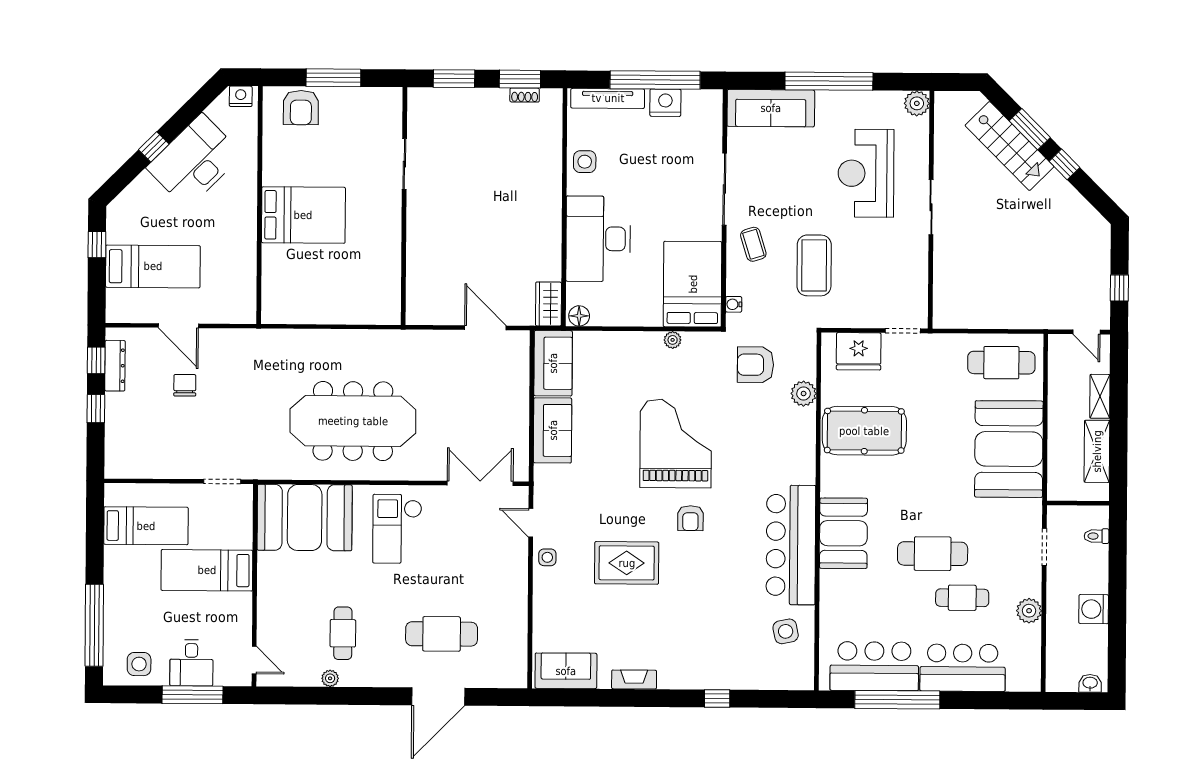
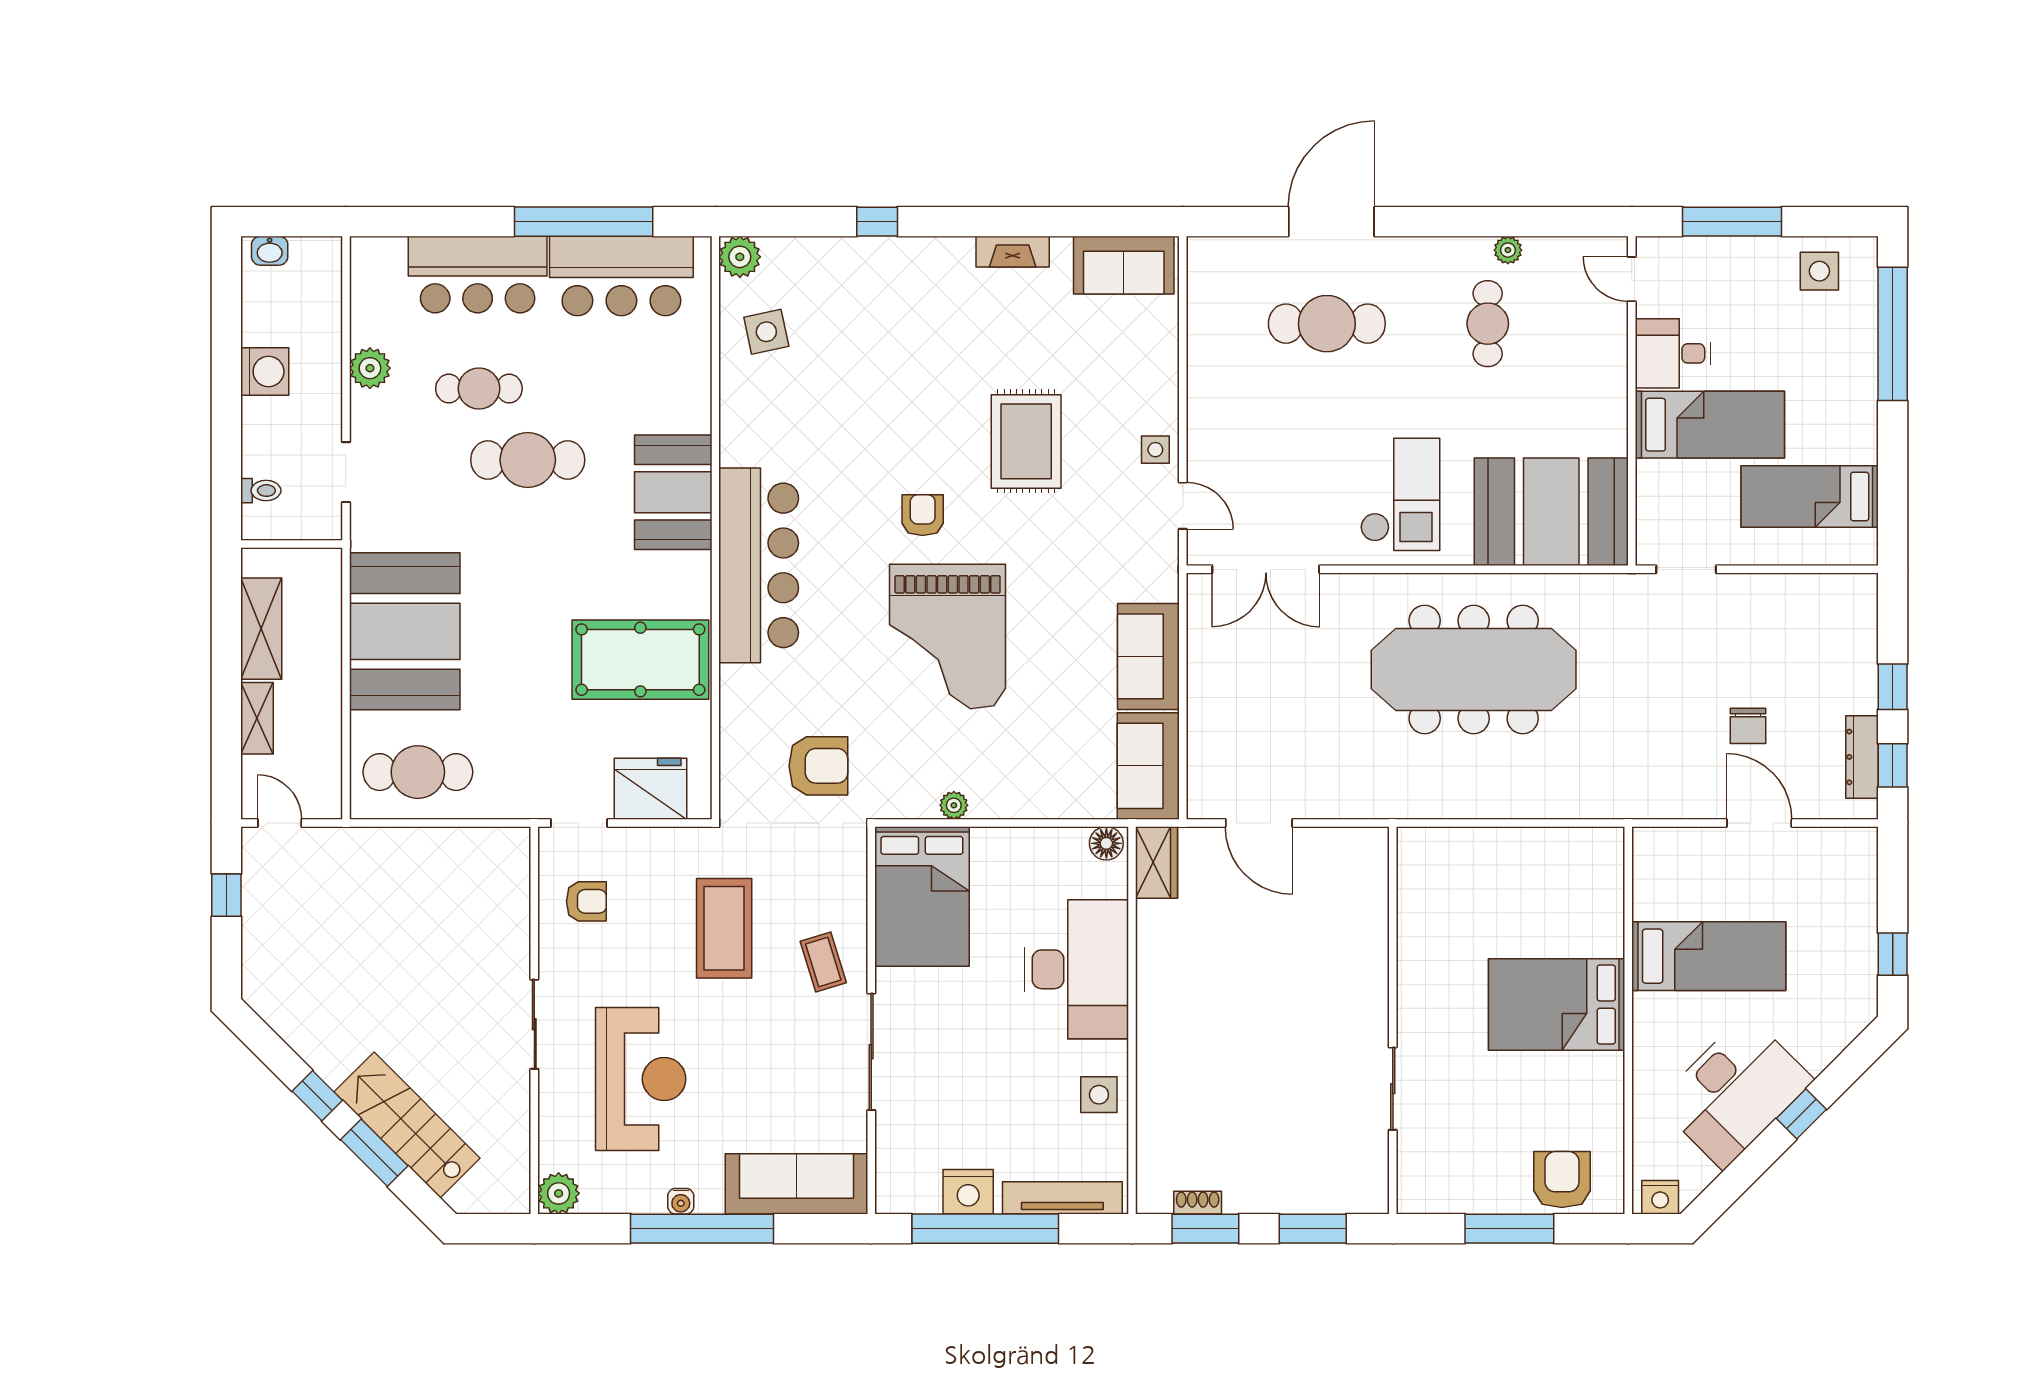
bed: (153, 266) -> (1709, 956), moved, turned 180
armchair: (898, 283) -> (586, 901), added
water cooler: (734, 304) -> (681, 1201), moved, turned 90
plant: (804, 394) -> (740, 257), moved
bar counter: (791, 545) -> (759, 565), moved
rug: (627, 563) -> (1026, 441), turned 90
desk: (191, 663) -> (1673, 353), moved, turned -90

